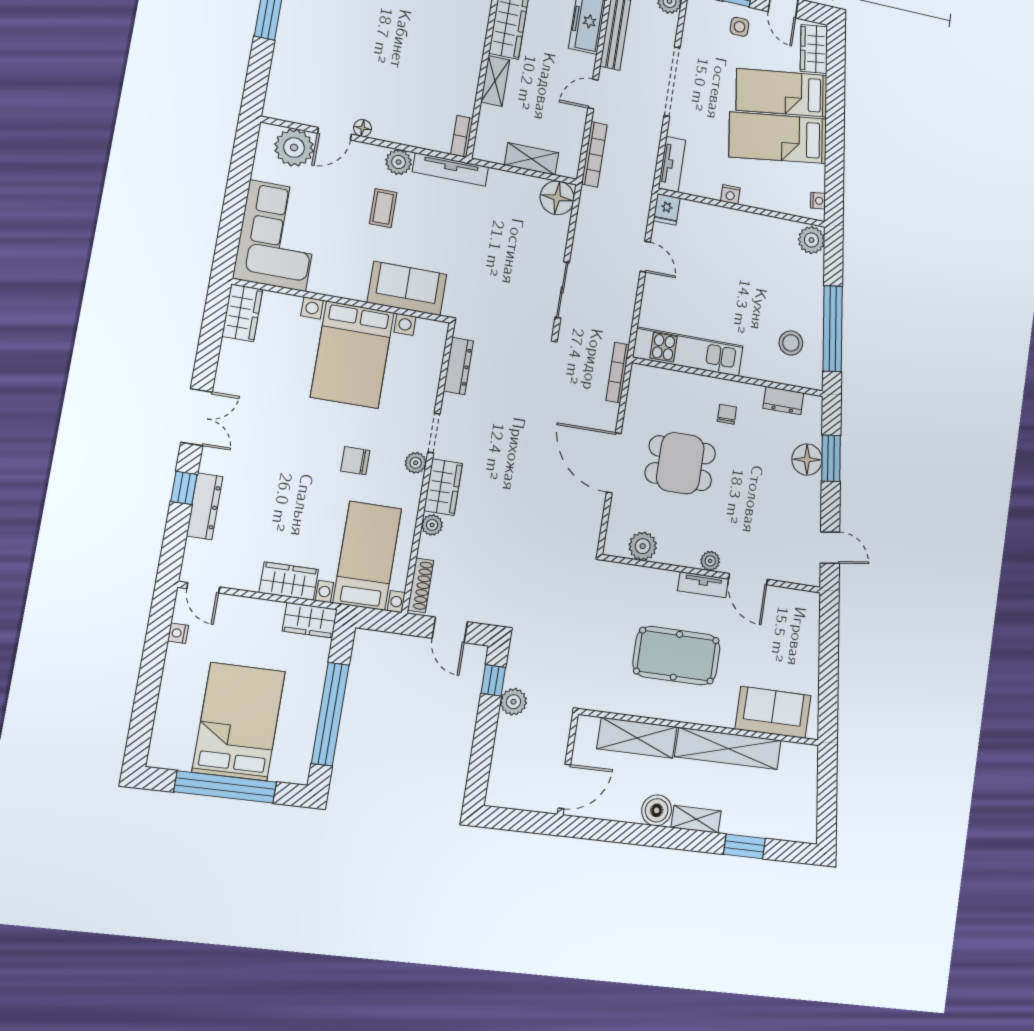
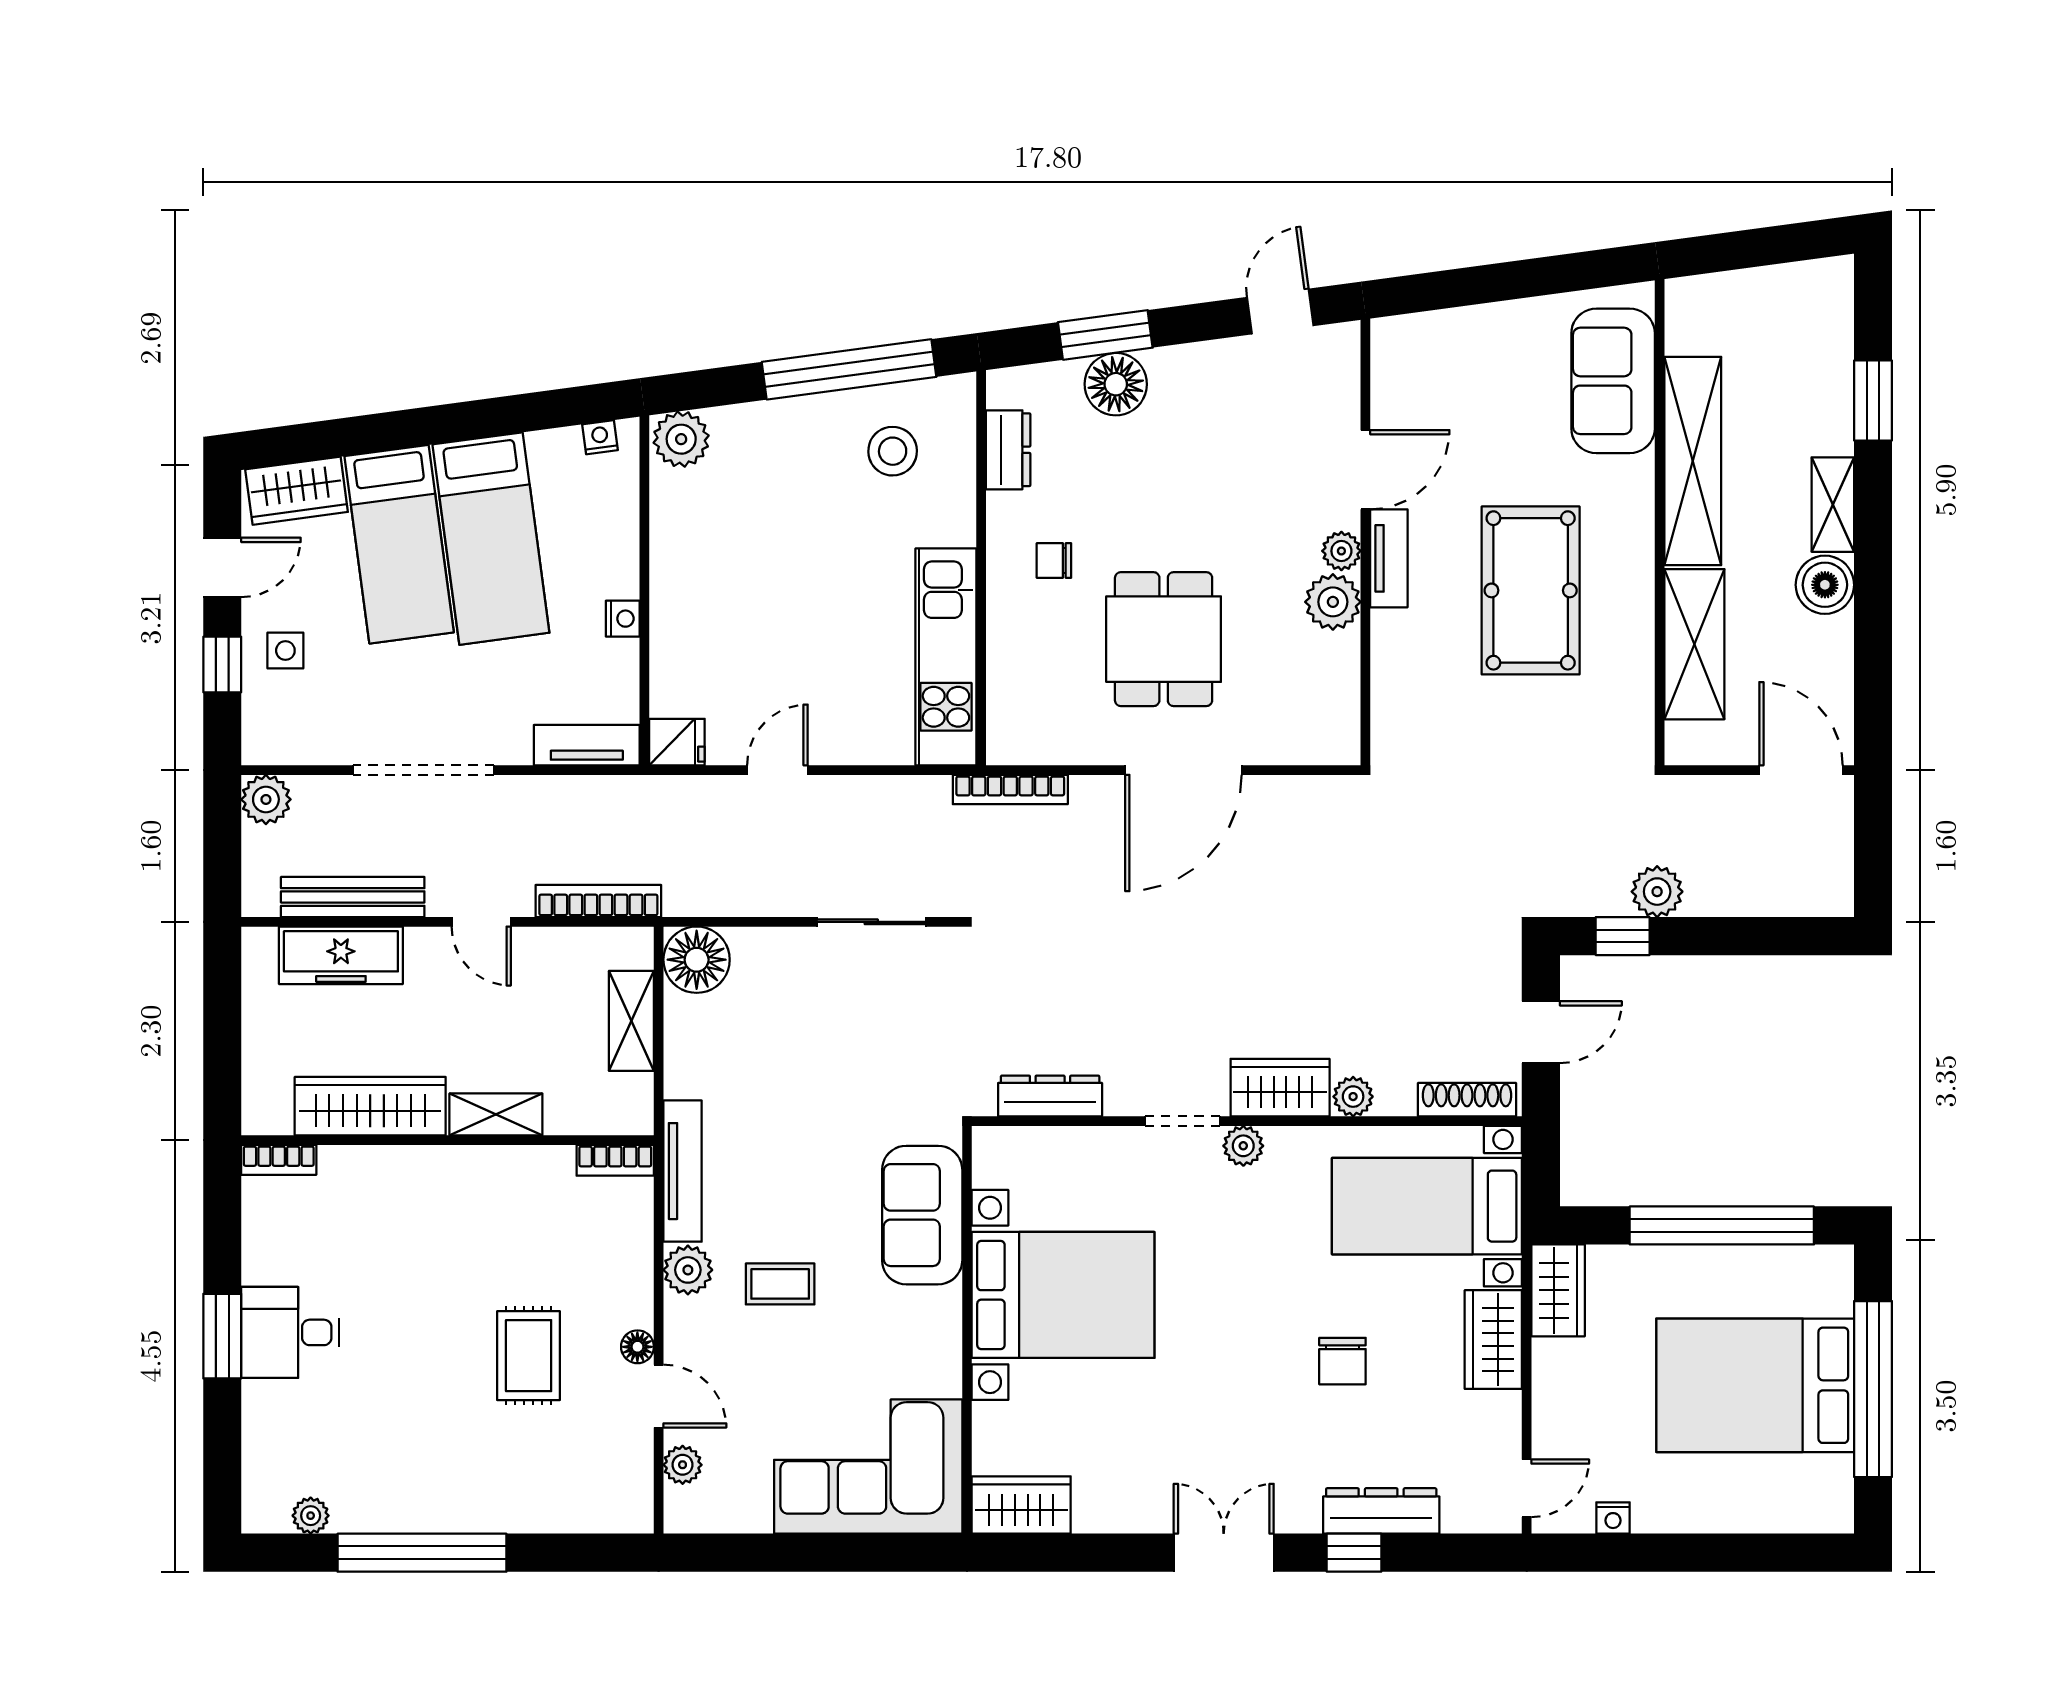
rug: (367, 71) -> (529, 1356), added
plant: (294, 148) -> (683, 1465), width x0.53, depth x0.53
chair: (355, 461) -> (1342, 1361), moved
plant: (643, 546) -> (1333, 602), moved

